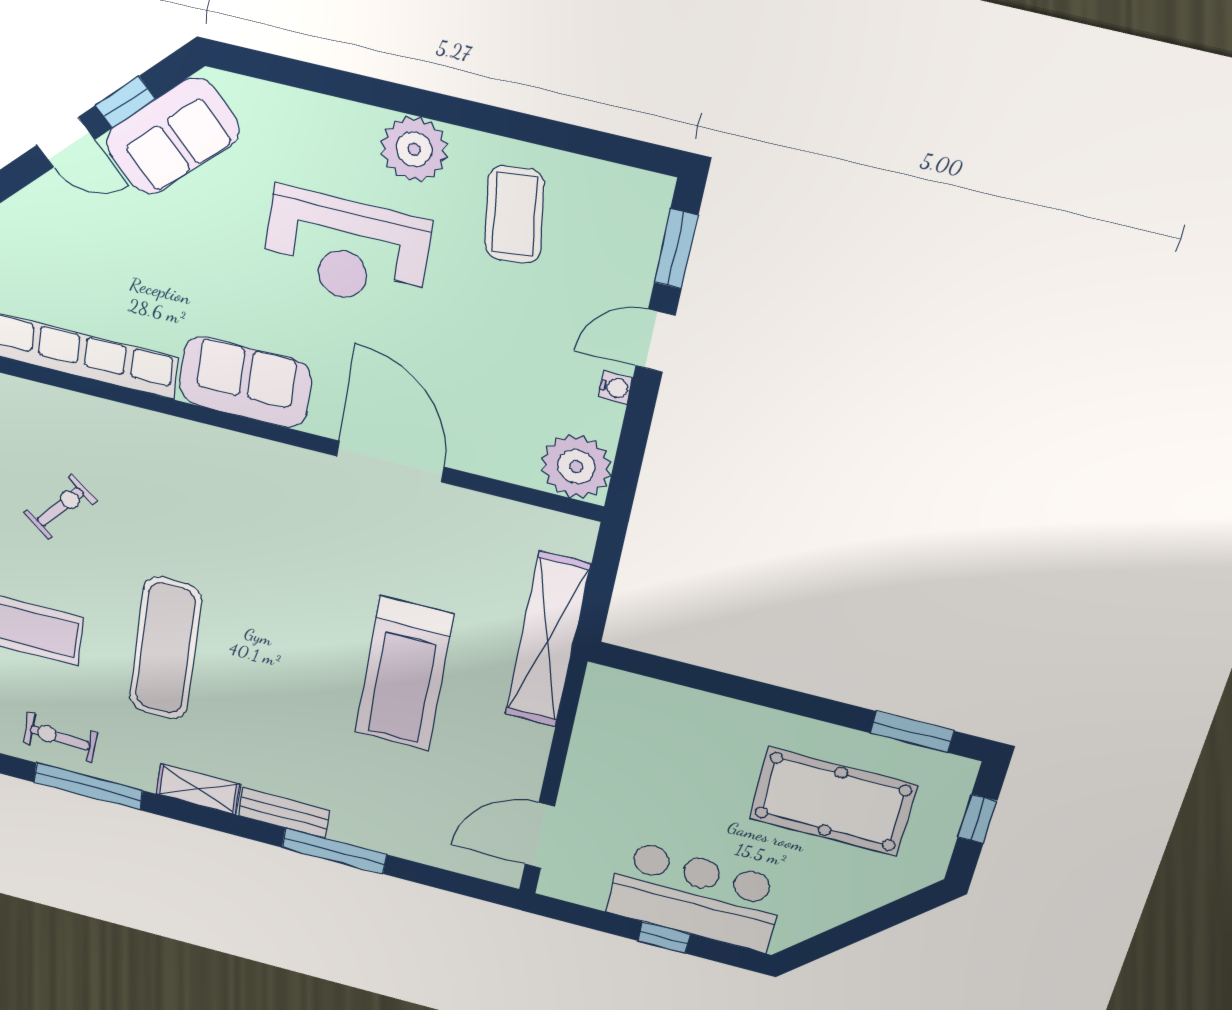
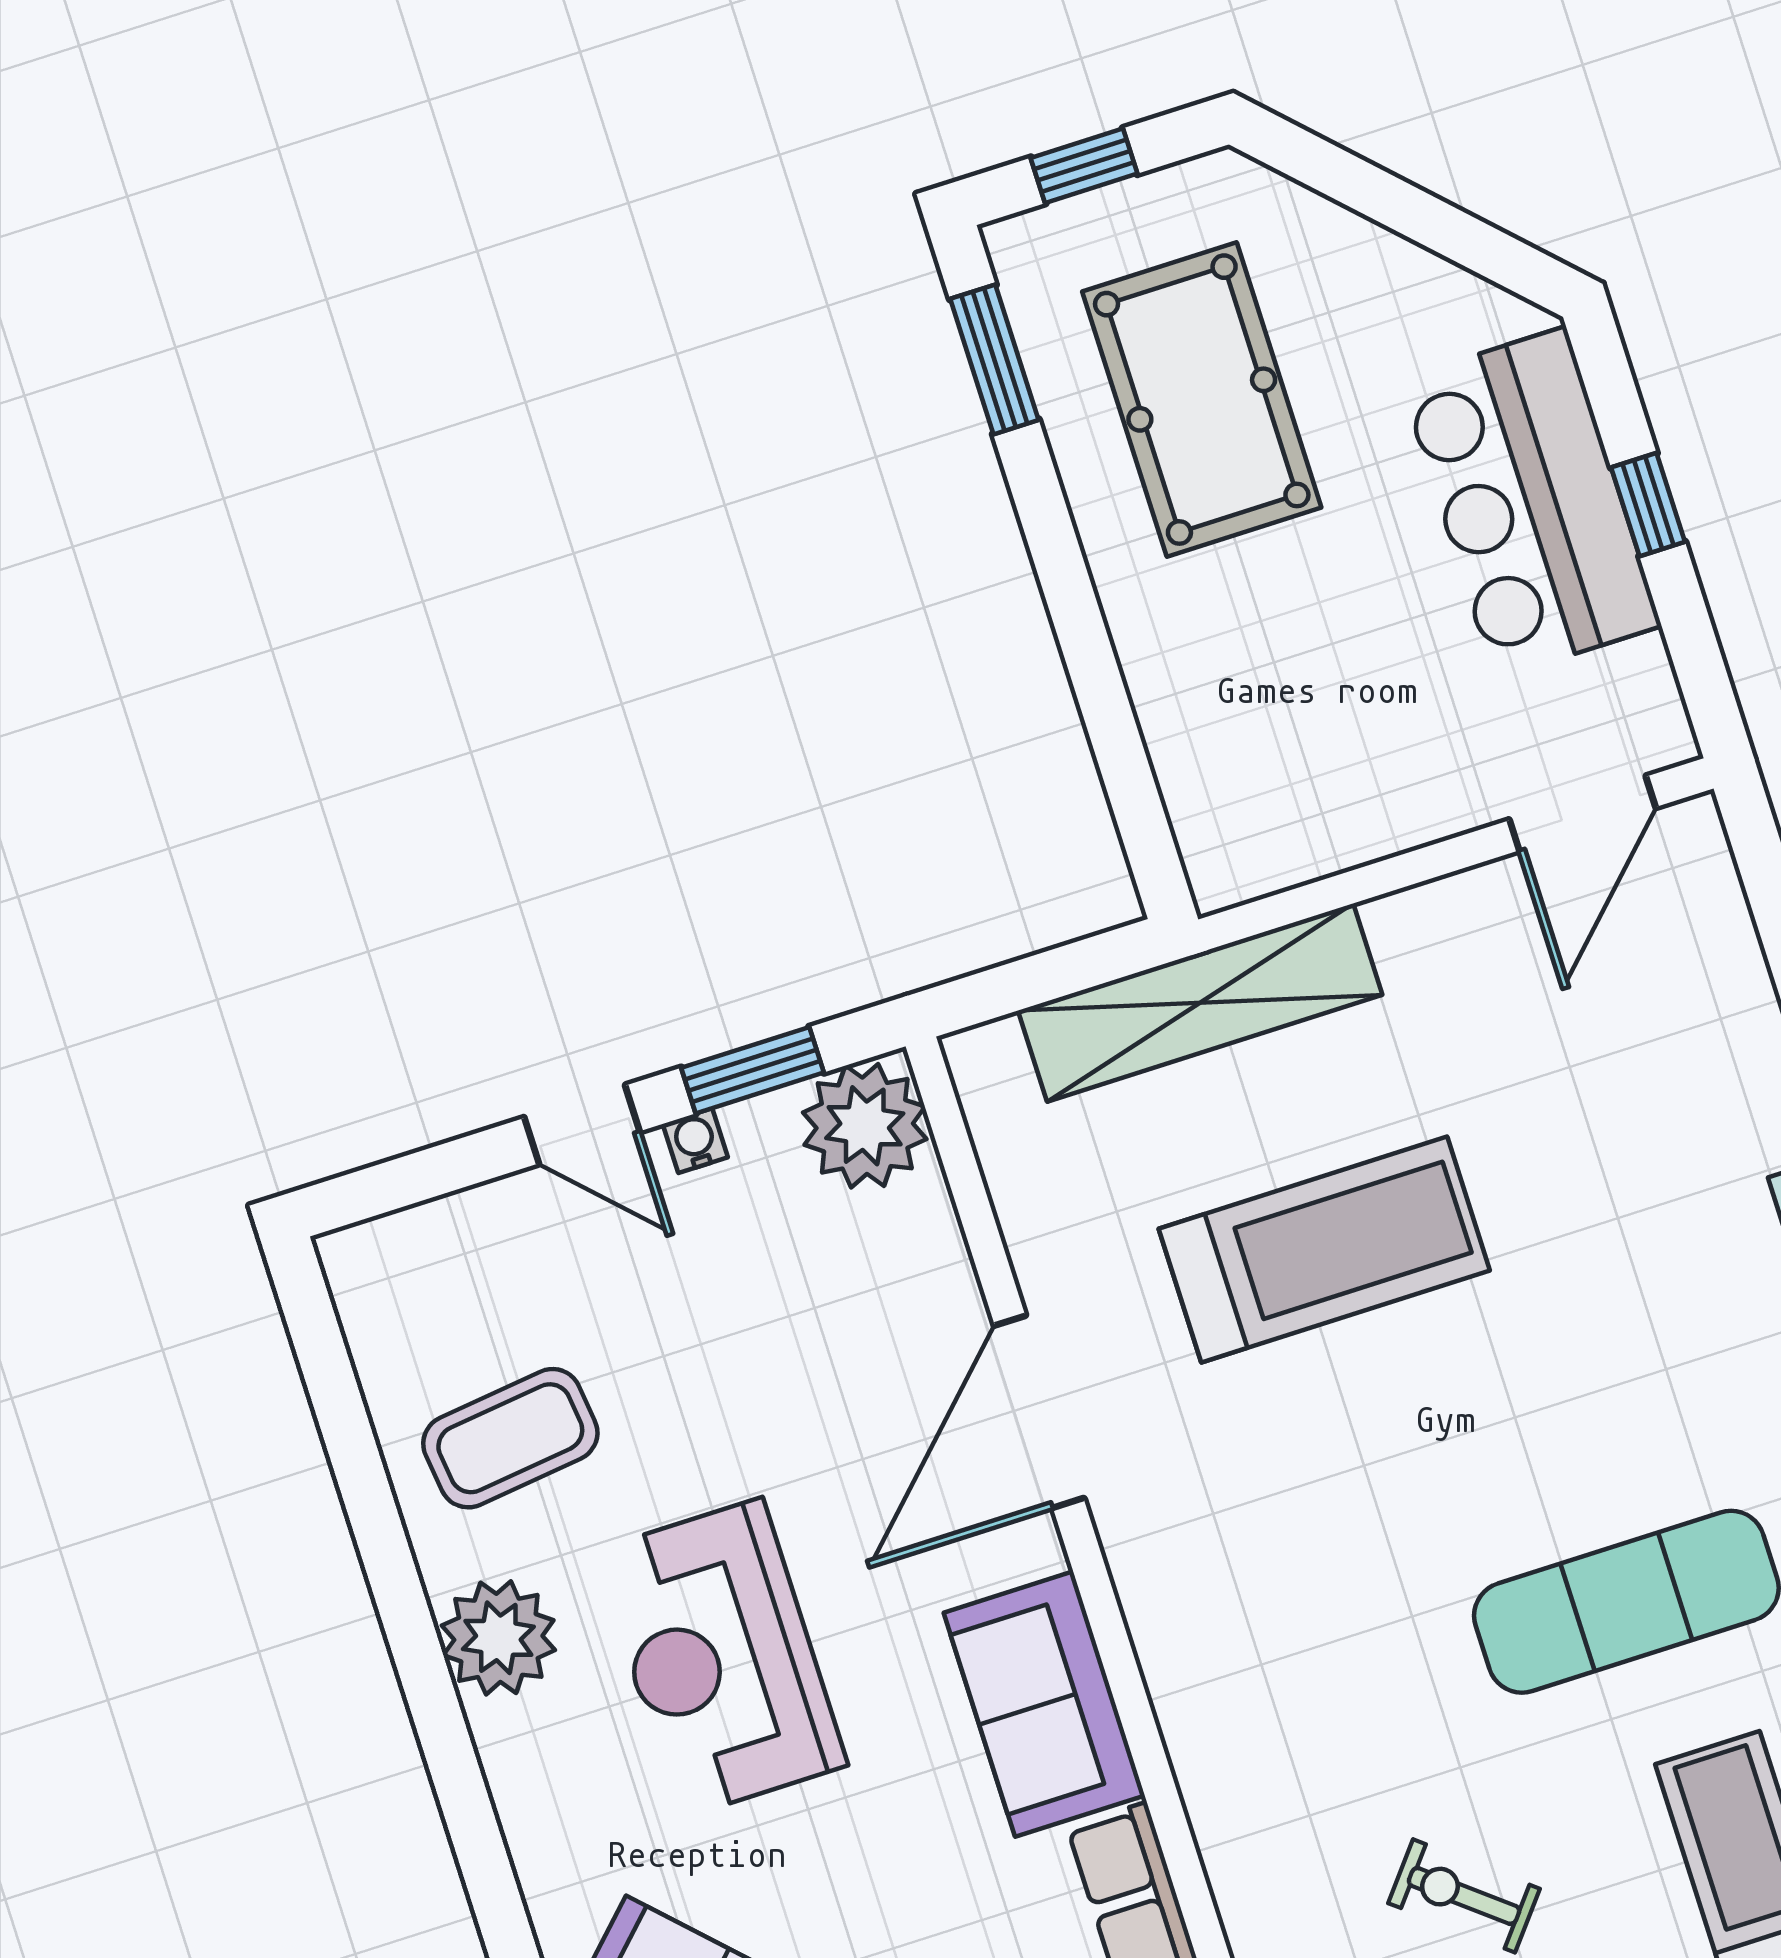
reception desk: (346, 249) -> (721, 1658), turned 180
window: (676, 249) -> (753, 1070), moved
treadmill: (404, 674) -> (1324, 1250), moved
door: (540, 836) -> (1583, 814), hinge flipped

